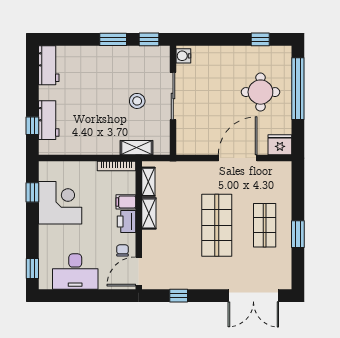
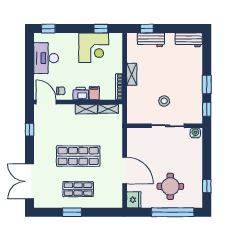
shelving: (136, 148) -> (132, 74), moved

